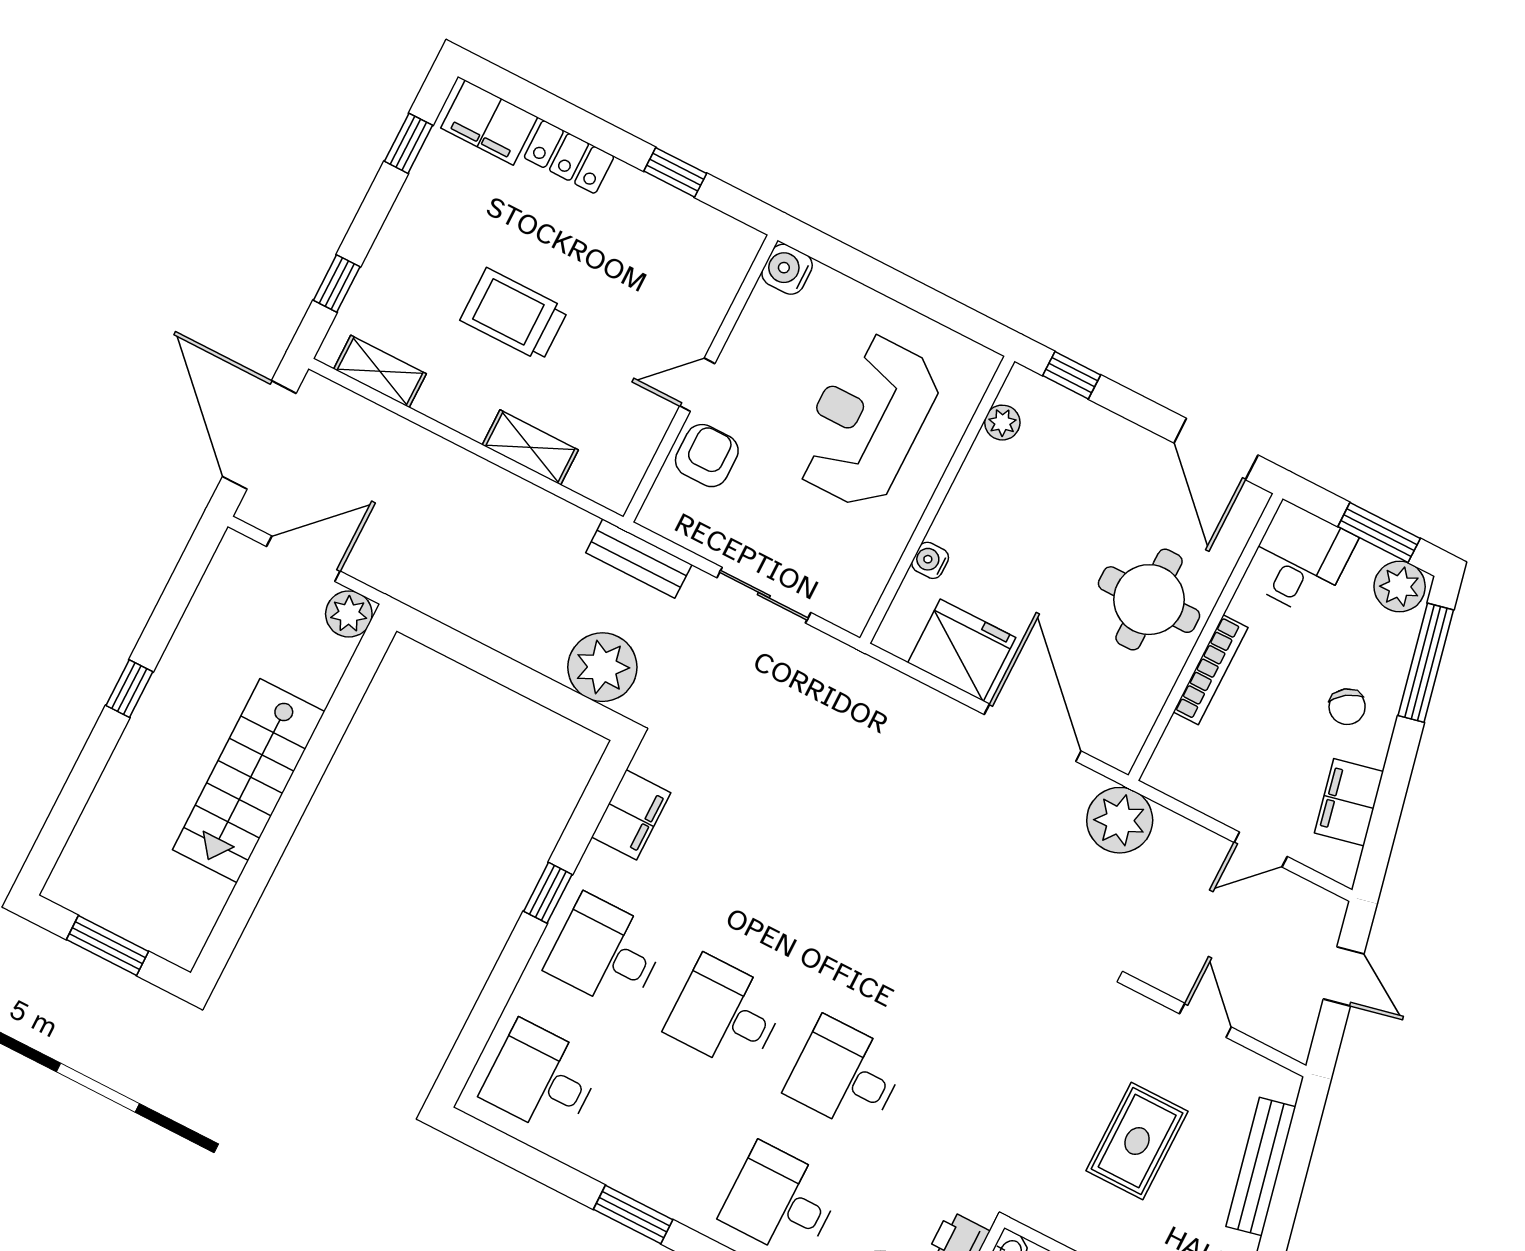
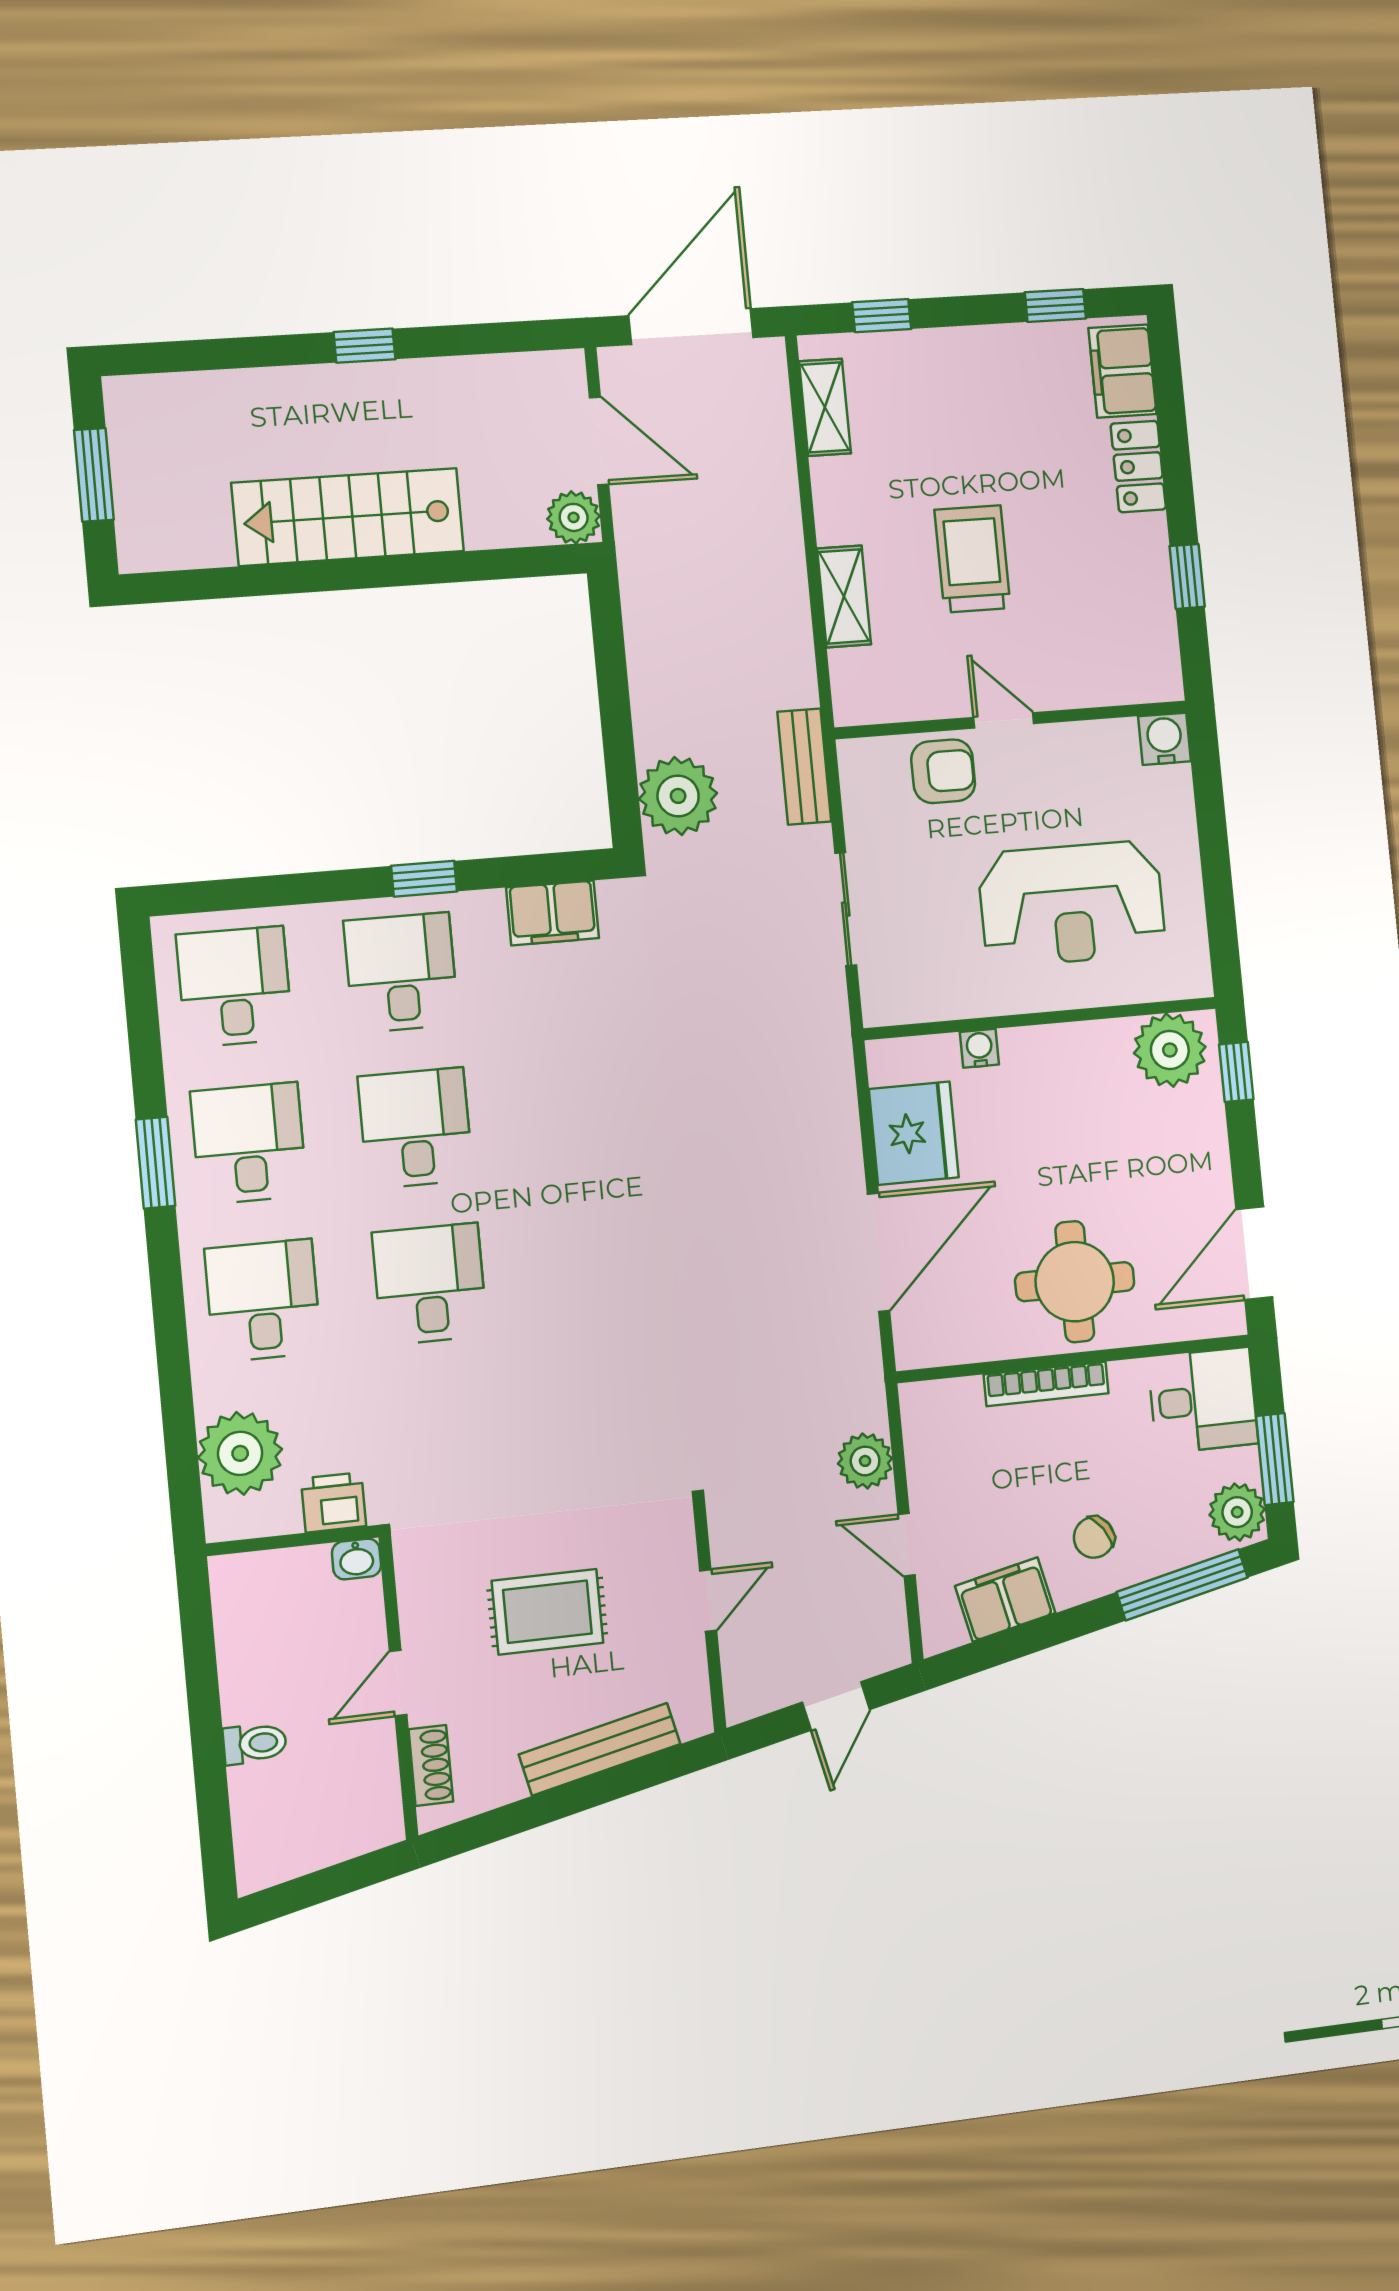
trolley: (514, 315) -> (973, 559), moved
reception desk: (867, 421) -> (1072, 904), turned 180
plant: (1002, 423) -> (1170, 1050), width x1.88, depth x1.88
plant: (1120, 820) -> (865, 1461), moved, width x0.73, depth x0.73
desk: (661, 1140) -> (249, 1143), added

